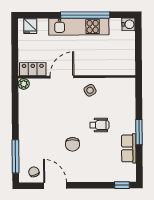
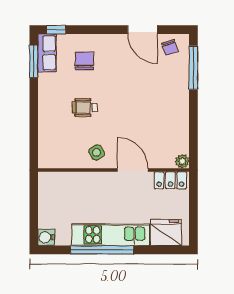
fridge: (30, 26) -> (166, 233), width x1.88, depth x1.34
door: (62, 77) -> (133, 170), swing flipped
window: (139, 132) -> (34, 61), moved
chair: (73, 144) -> (84, 61), moved
row of seats: (129, 148) -> (47, 53), moved

